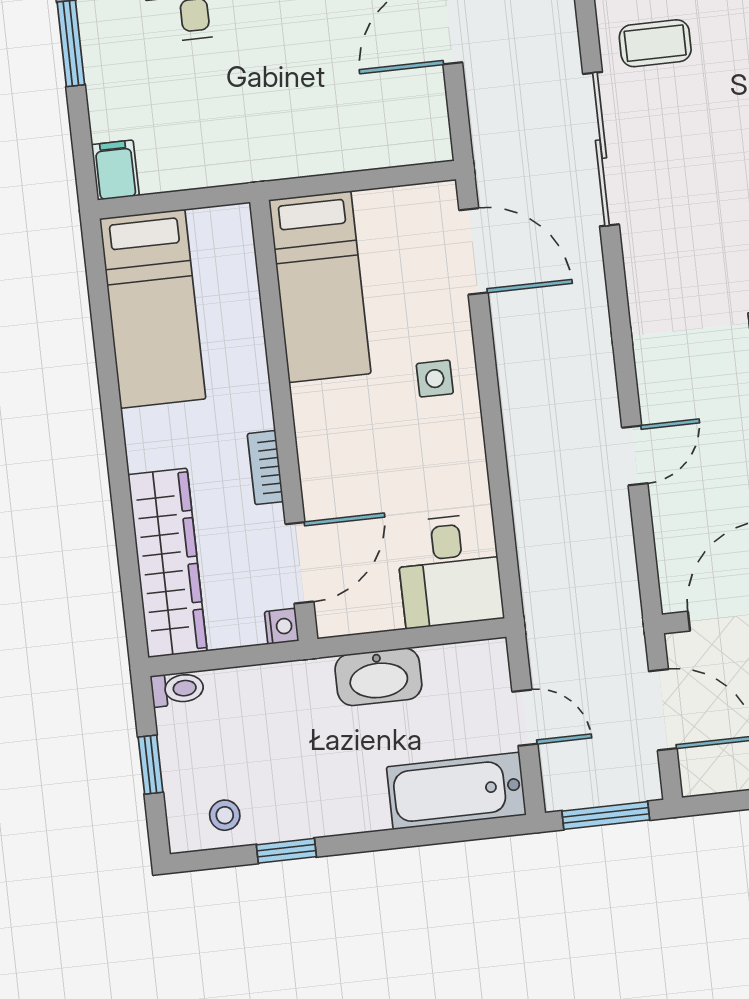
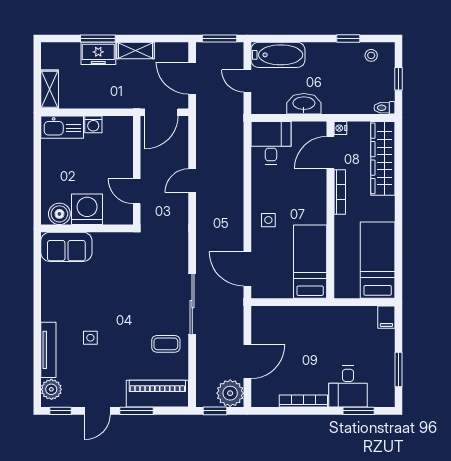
bookcase: (265, 468) -> (340, 192), width x1.56

